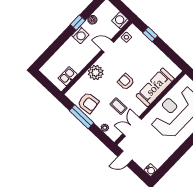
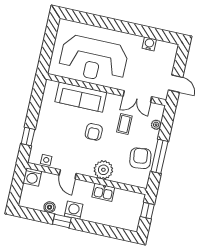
kitchen sink: (68, 76) -> (103, 192), moved
window: (49, 86) -> (147, 211), added
water cooler: (151, 170) -> (149, 44), moved

